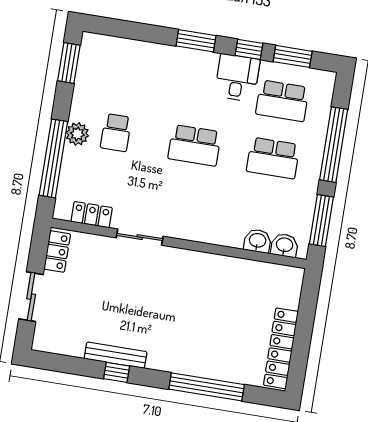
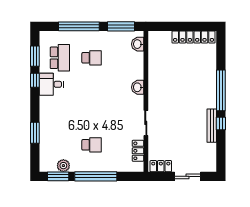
window: (196, 41) -> (35, 133), moved
plant: (77, 134) -> (63, 166), moved
school desk: (195, 145) -> (92, 101), removed
window: (53, 158) -> (96, 176), moved
school desk: (273, 158) -> (92, 58), width x0.54
washbasin: (258, 241) -> (138, 87), moved
window: (207, 387) -> (221, 90), moved

